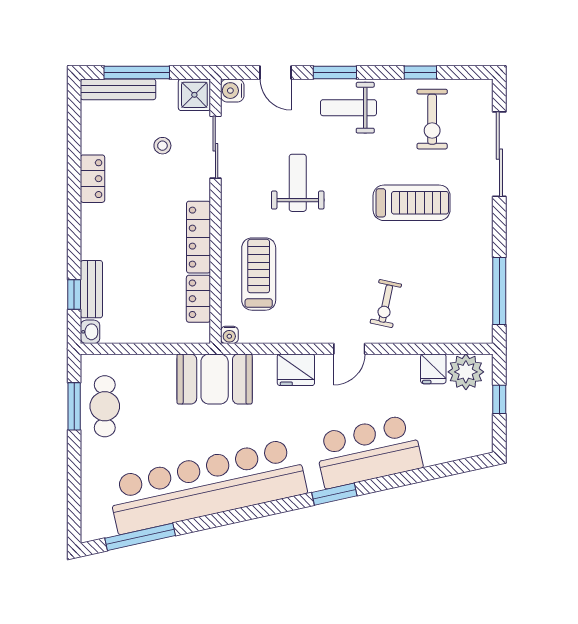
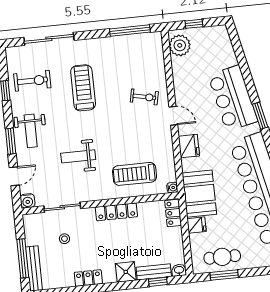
shower: (194, 95) -> (126, 272), moved
locker: (198, 299) -> (173, 213), moved, turned 90
fridge: (433, 369) -> (197, 225), moved

